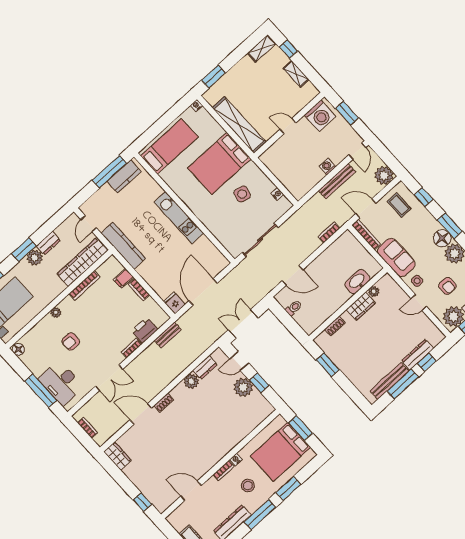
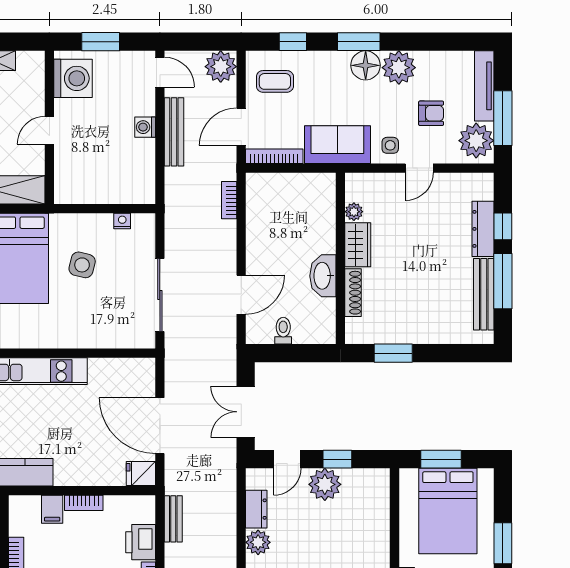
washbasin: (357, 282) -> (323, 276), moved
shoe rack: (335, 326) -> (353, 293), width x1.43

